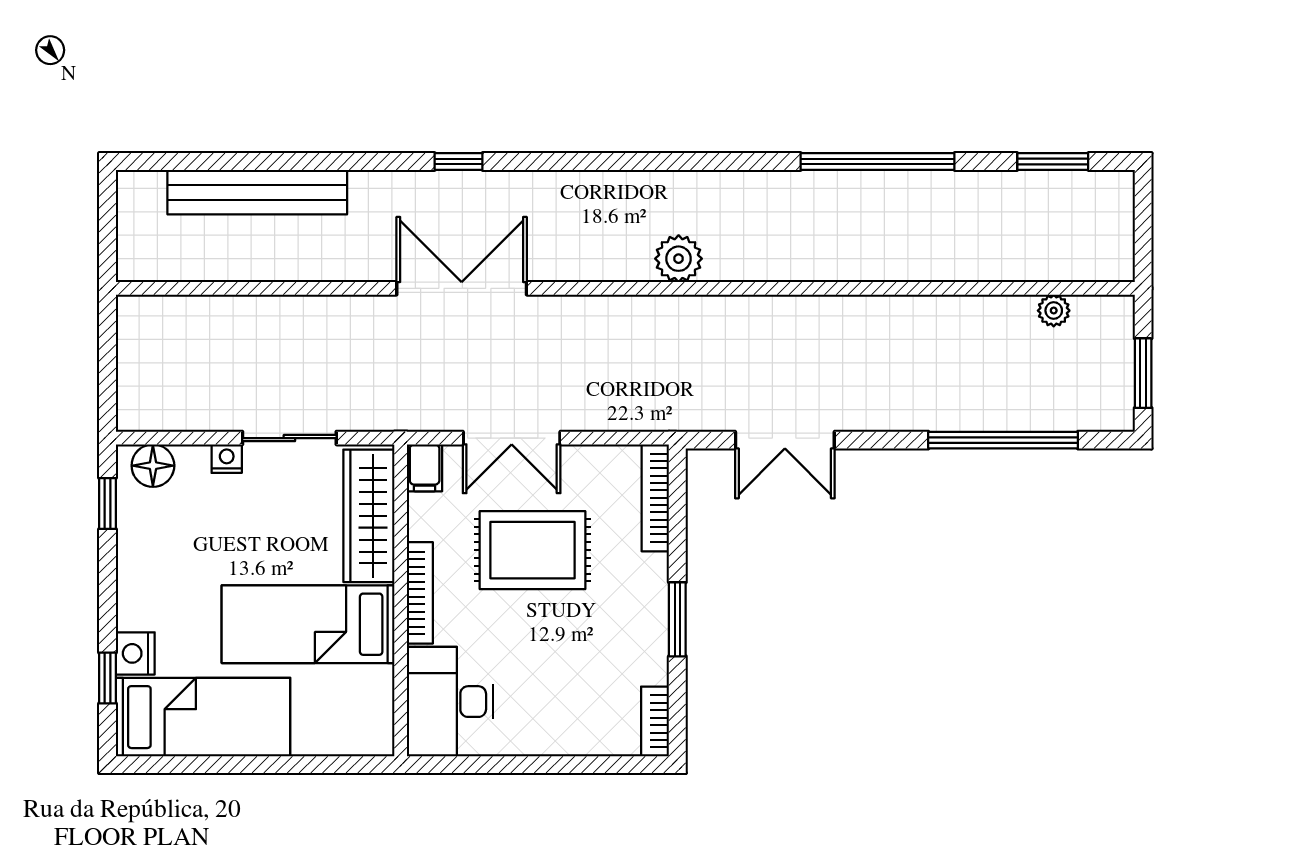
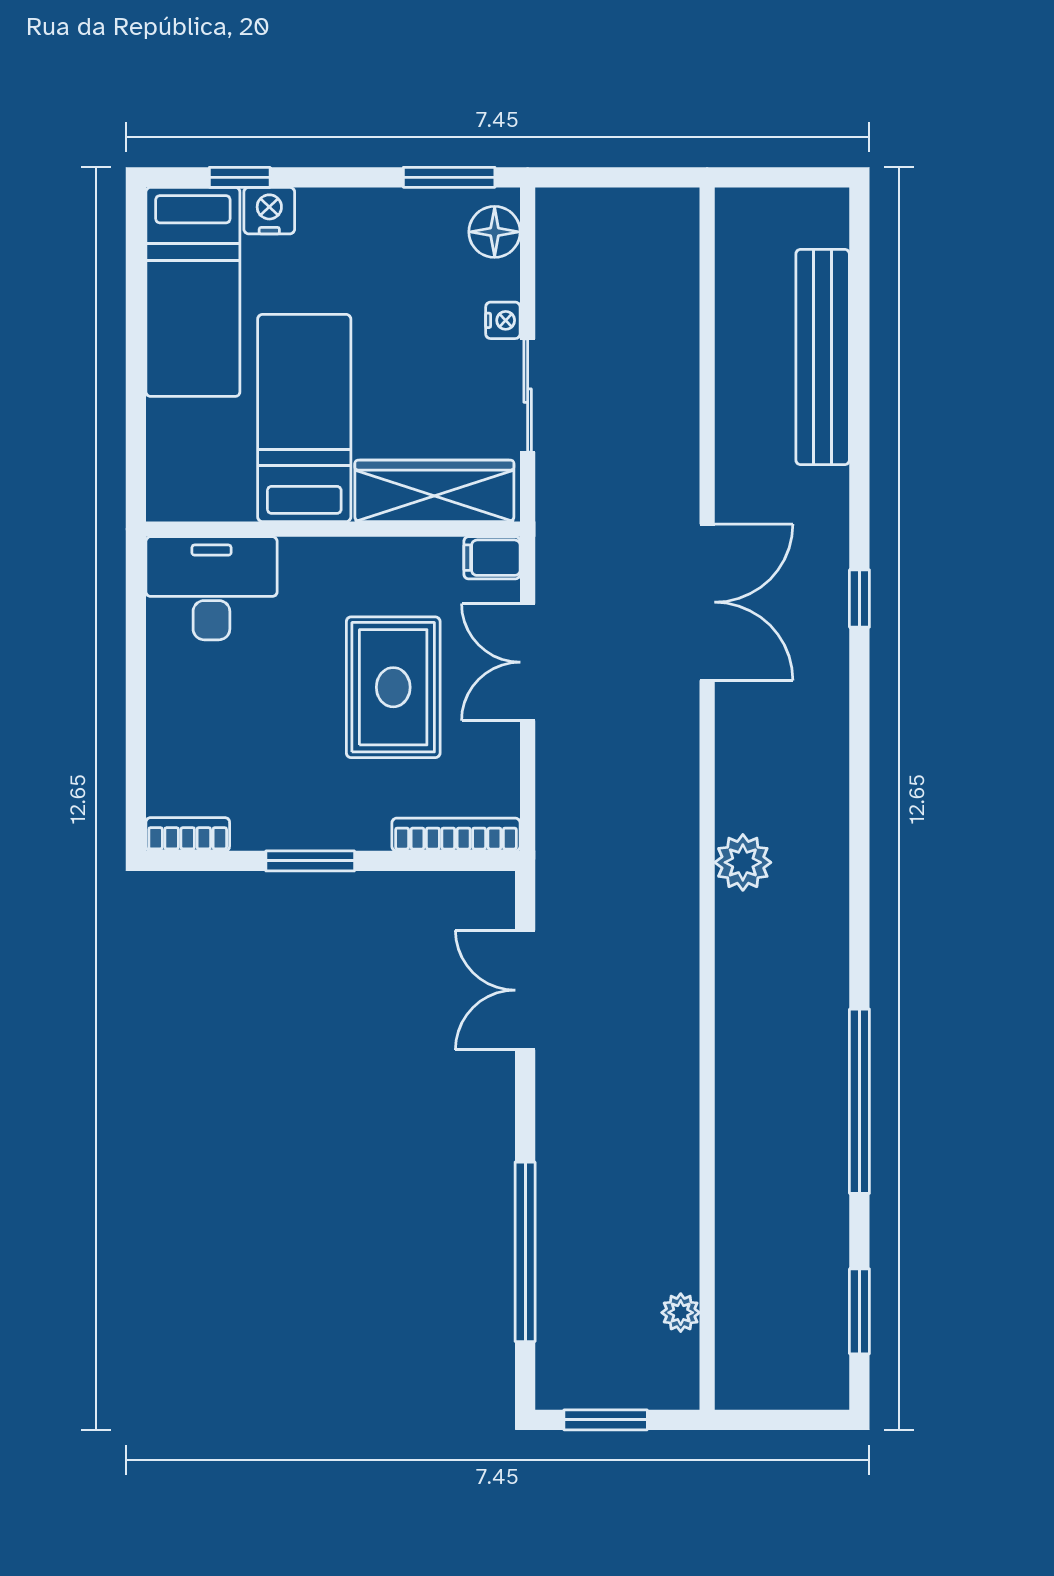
window: (107, 503) -> (449, 177), width x1.50
bookcase: (420, 593) -> (342, 552), removed

